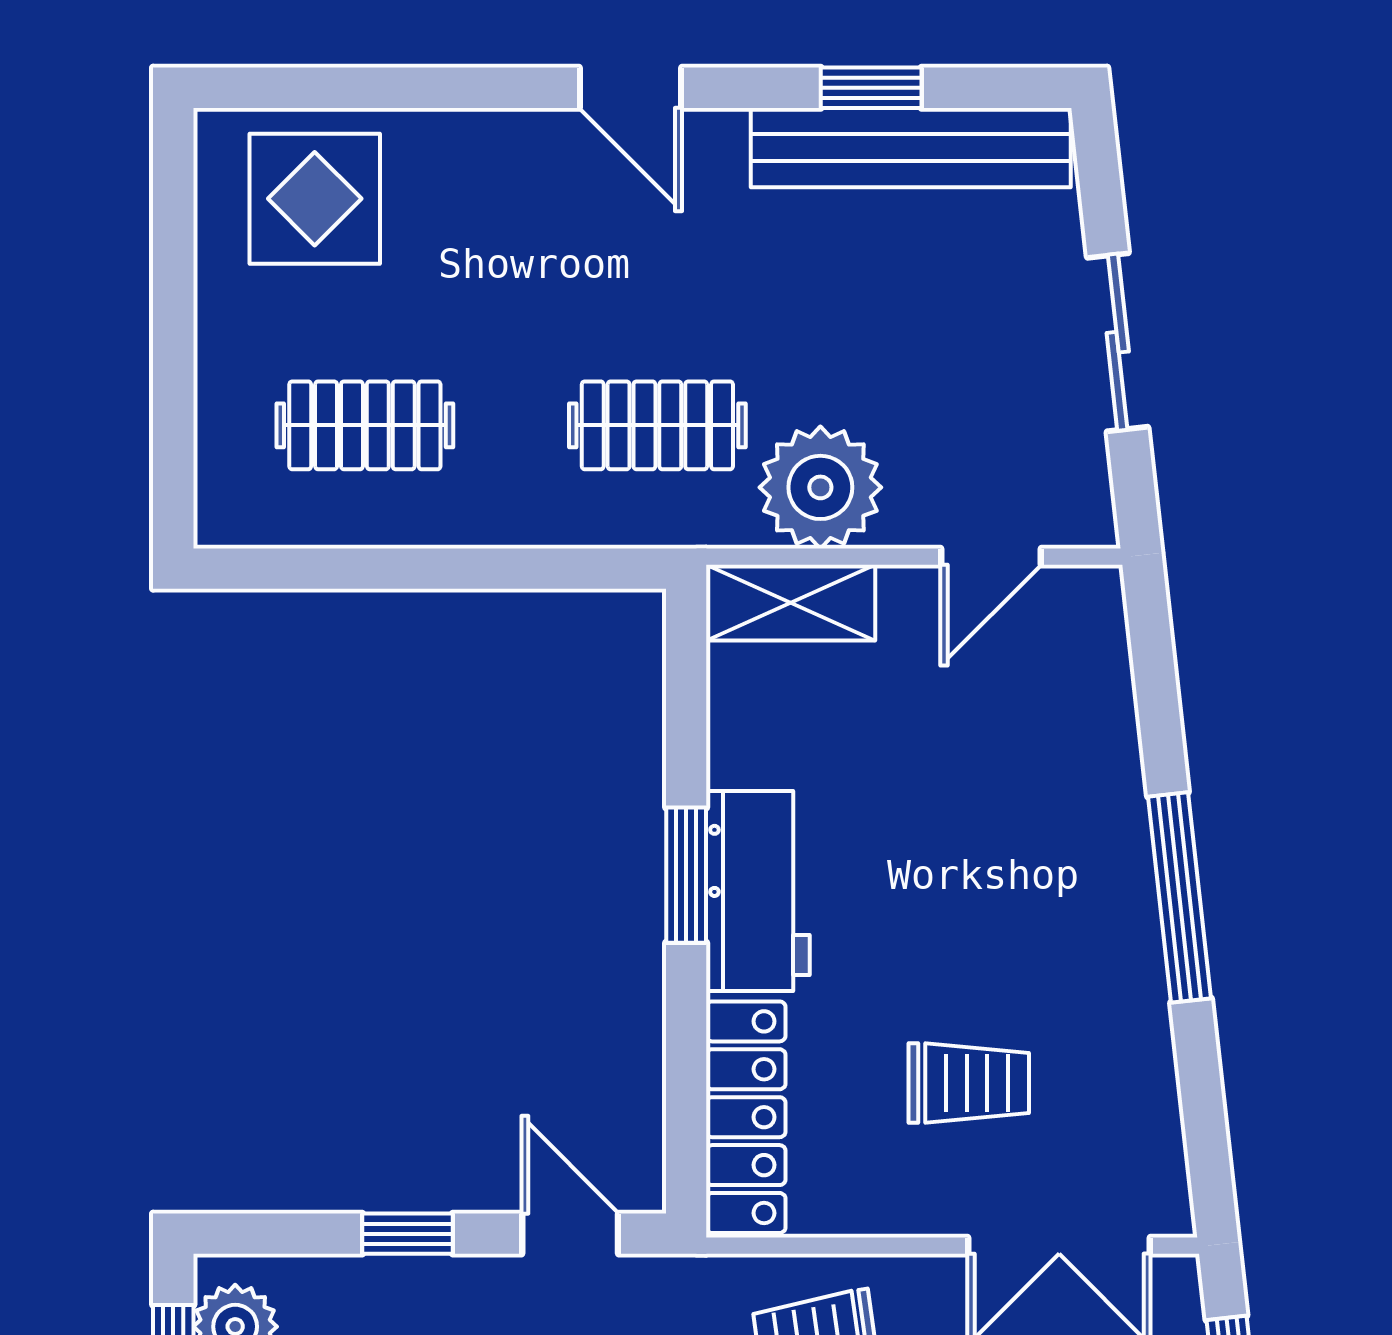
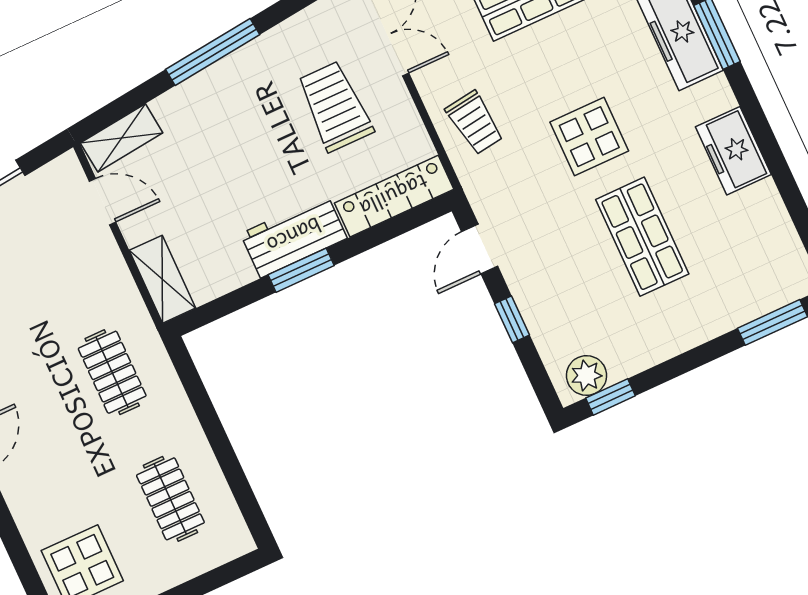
plant: (820, 487) -> (107, 289), removed
shelving: (1096, 649) -> (122, 138), added
trolley: (969, 1083) -> (335, 106), width x1.36, depth x1.39

